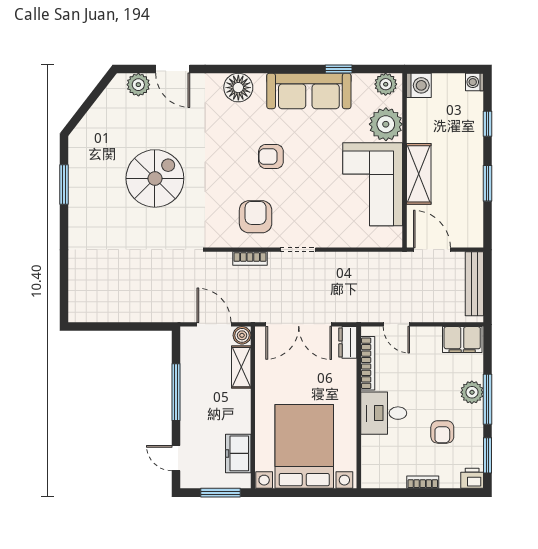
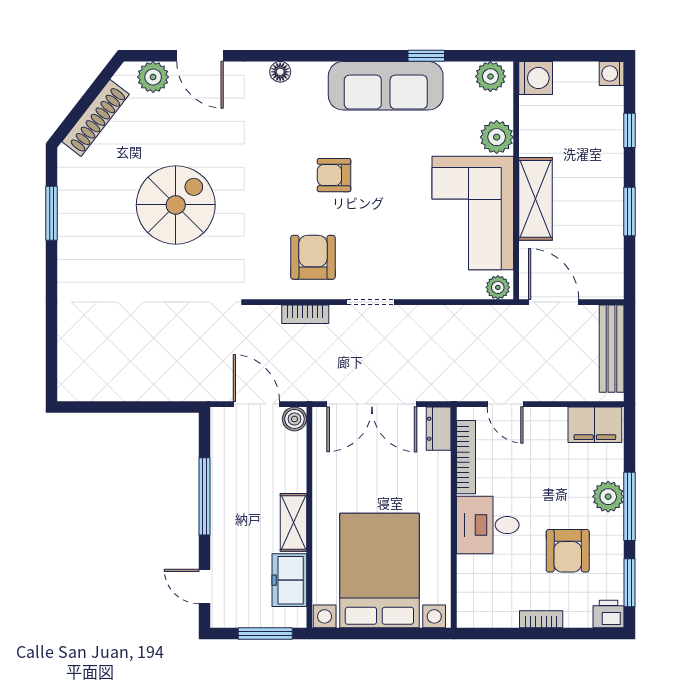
floor lamp: (238, 88) -> (280, 72), width x0.53, depth x0.53
shoe rack: (96, 115) -> (95, 118), added
plant: (386, 124) -> (497, 137), width x0.73, depth x0.73
plant: (391, 239) -> (498, 287), added
shelving: (241, 367) -> (293, 522), moved
armchair: (442, 432) -> (568, 551), width x1.38, depth x1.38

